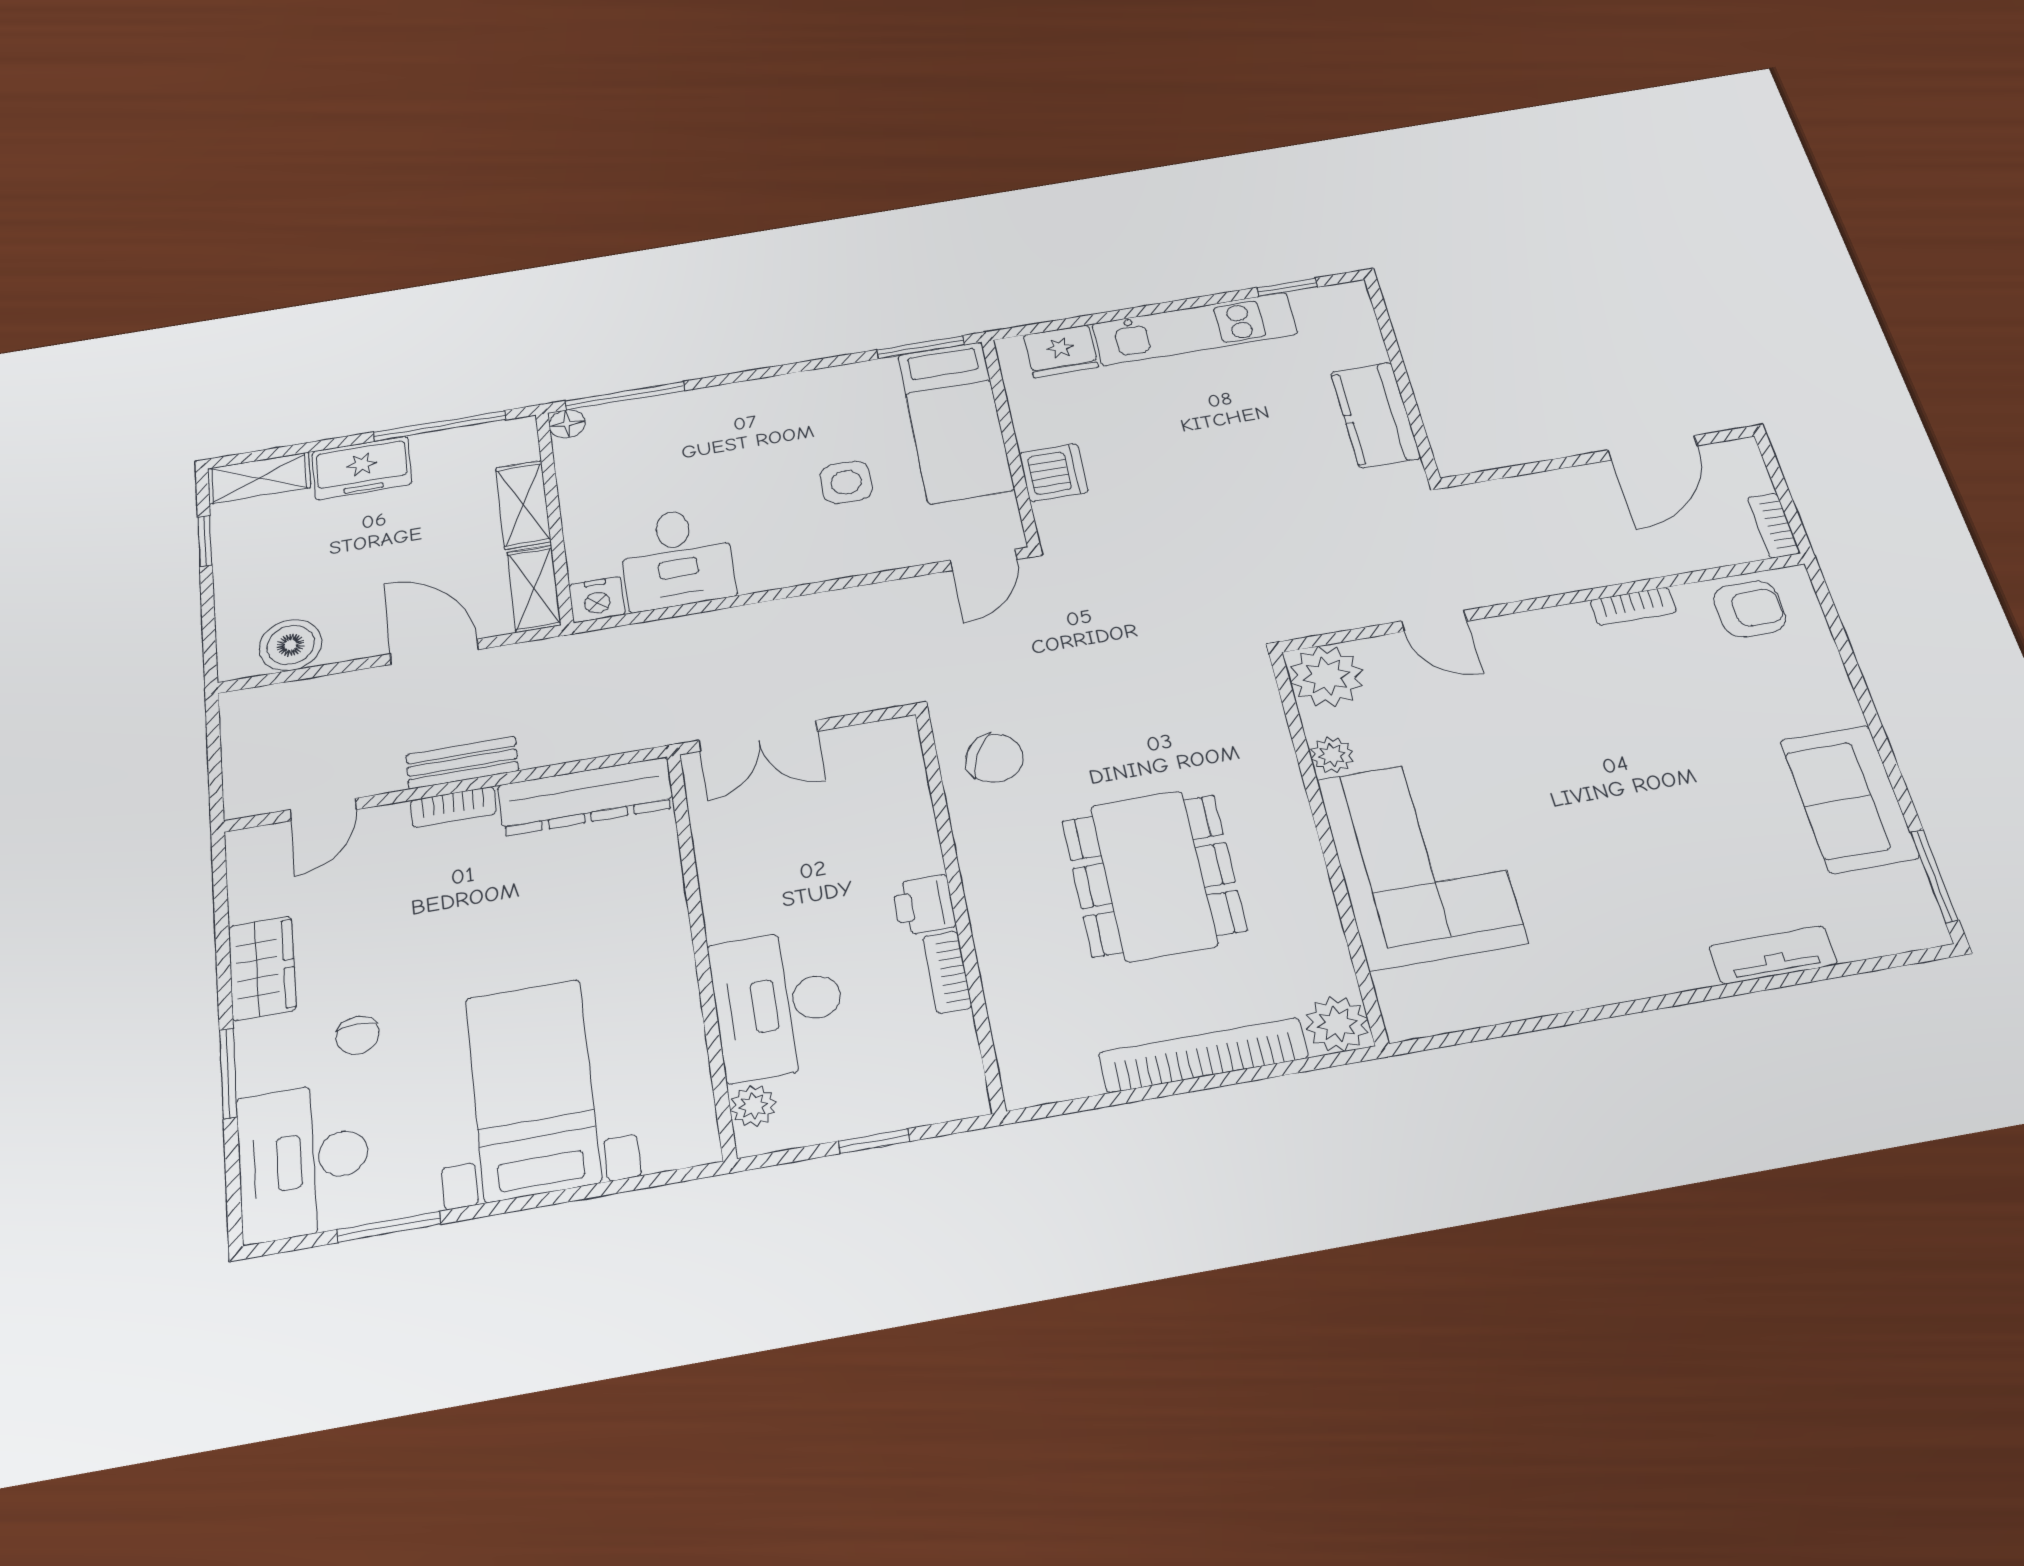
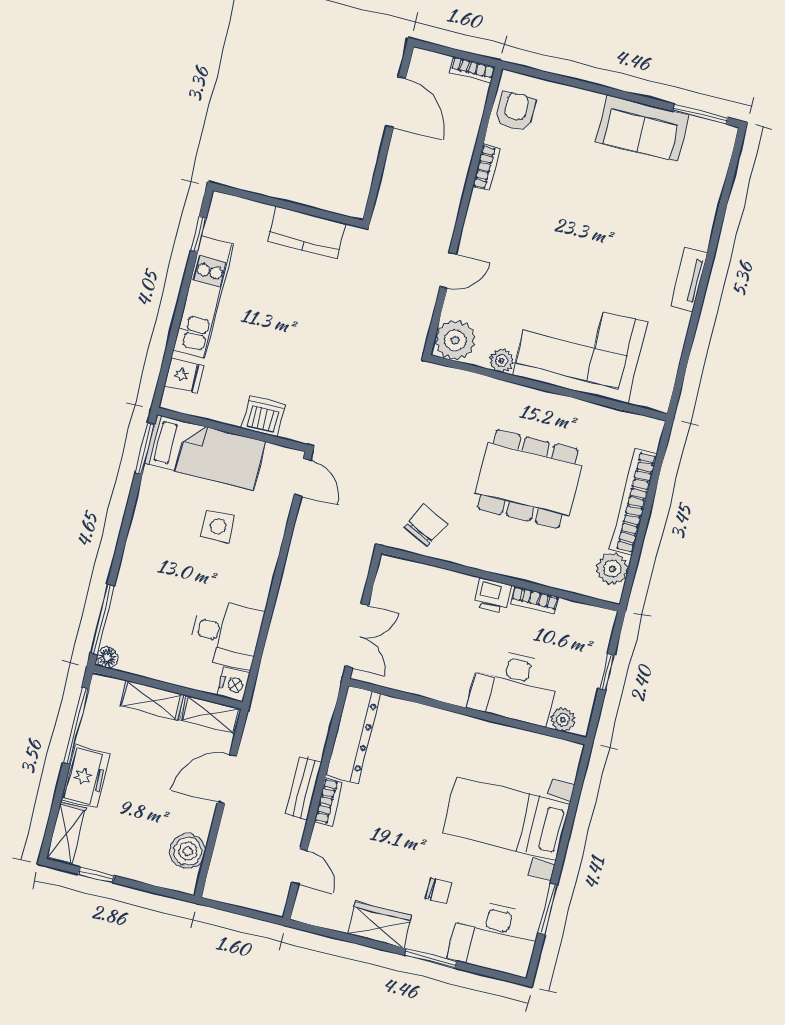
fridge: (1061, 351) -> (184, 375), width x0.72
tv unit: (1773, 955) -> (689, 279), moved
plant: (1337, 1024) -> (612, 569), moved

